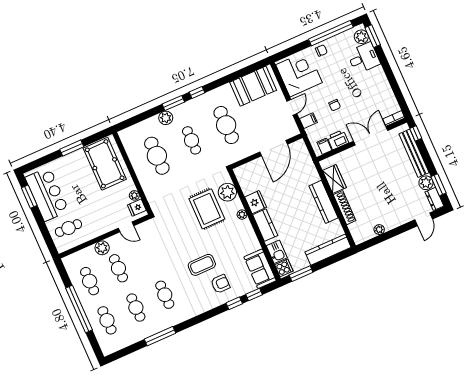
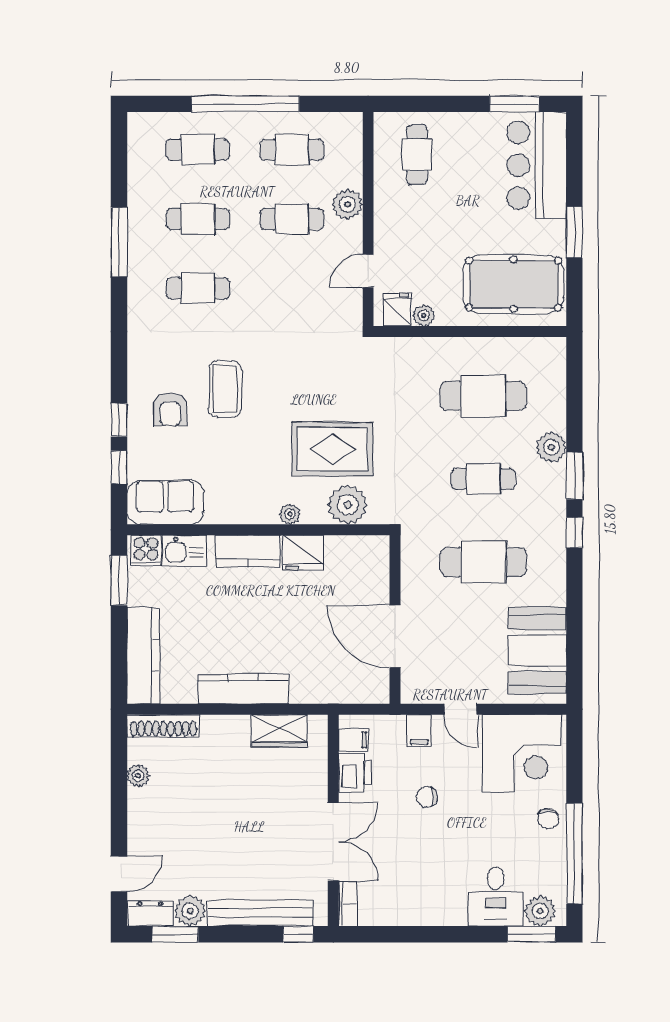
bar counter: (47, 194) -> (537, 165), moved, turned 90
shoe rack: (345, 208) -> (163, 726), moved
door: (424, 219) -> (119, 874), swing flipped

